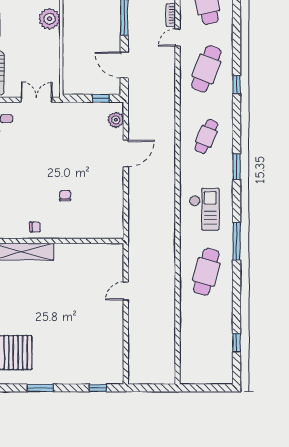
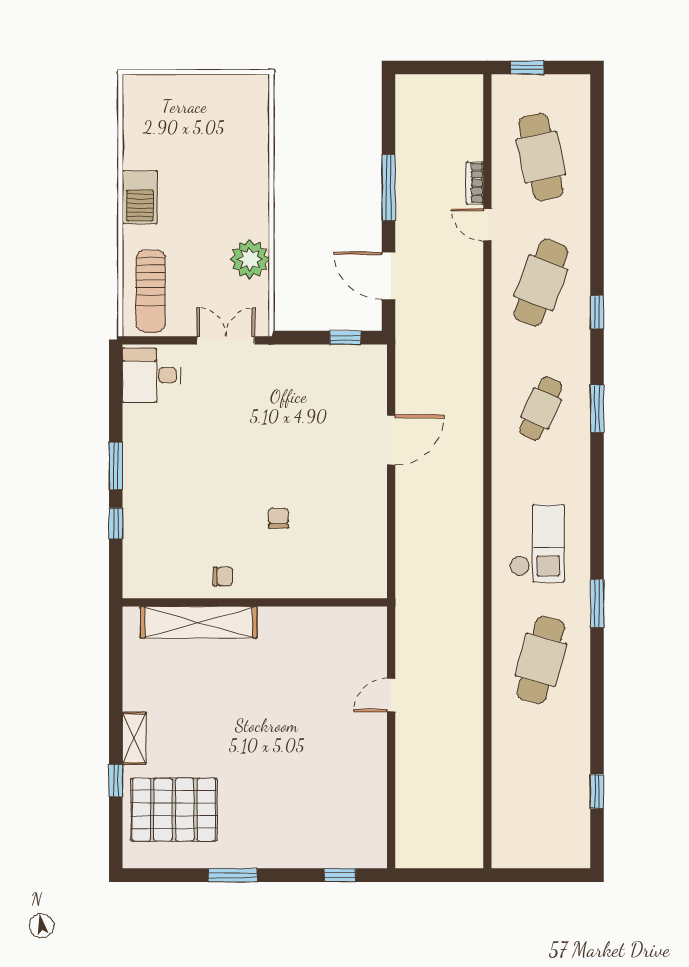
plant: (50, 19) -> (250, 259), moved
door: (178, 37) -> (487, 225), hinge flipped
plant: (116, 120) -> (373, 378), removed
window: (237, 167) -> (597, 409), moved
window: (237, 241) -> (597, 603), width x0.69

